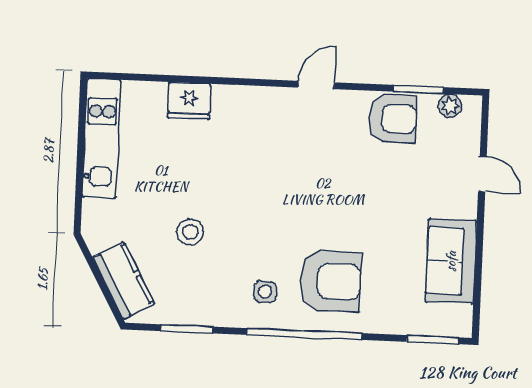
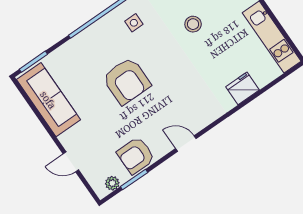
door: (316, 85) -> (186, 144), swing flipped
sofa: (451, 261) -> (48, 100), width x1.36
armchair: (331, 281) -> (127, 81), moved, turned -90

